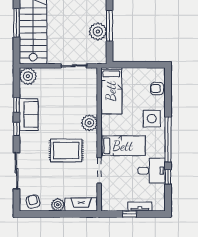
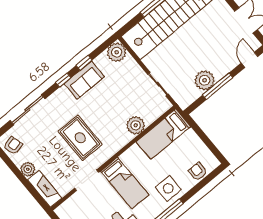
plant: (89, 123) -> (136, 125), moved

